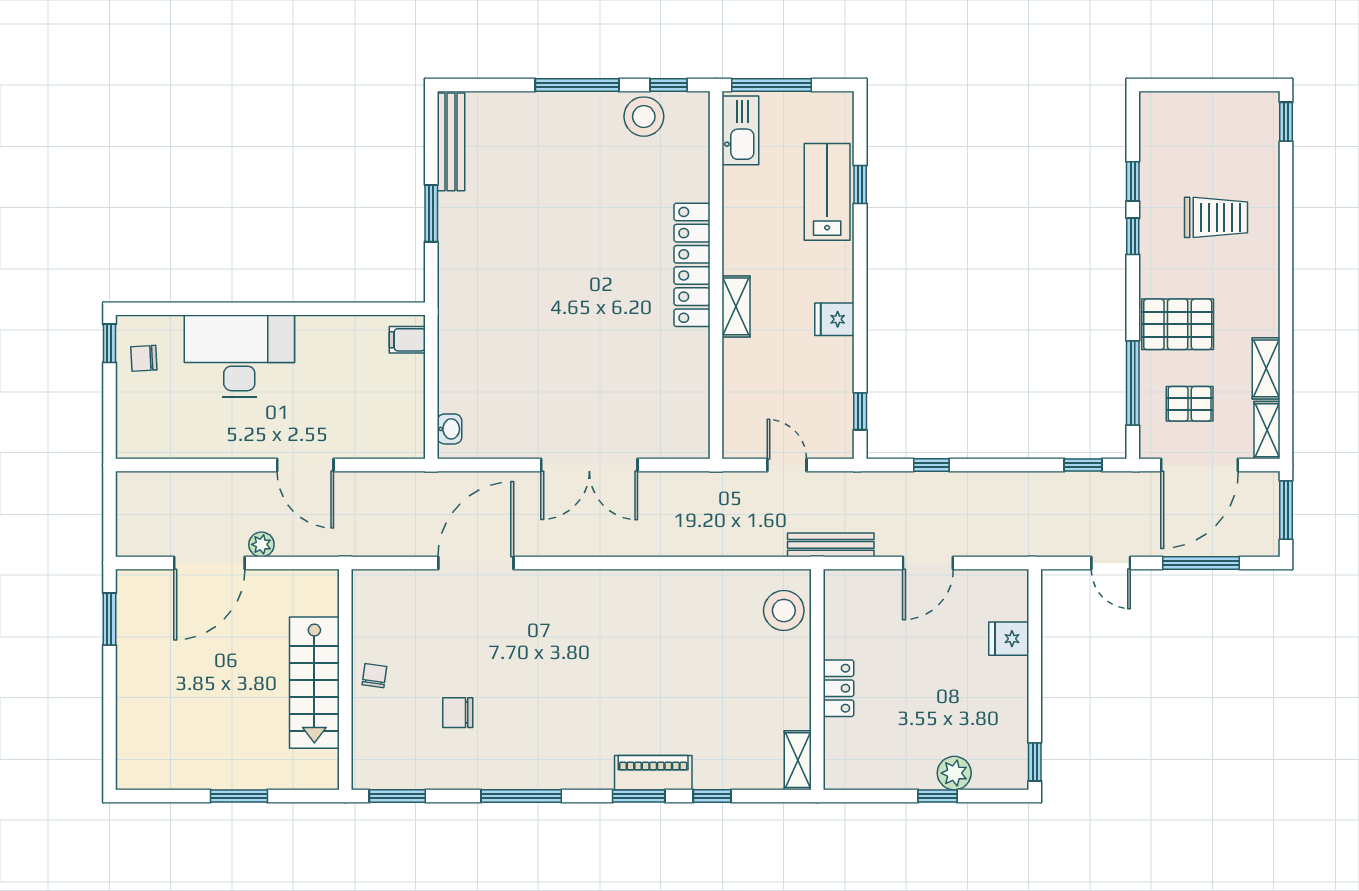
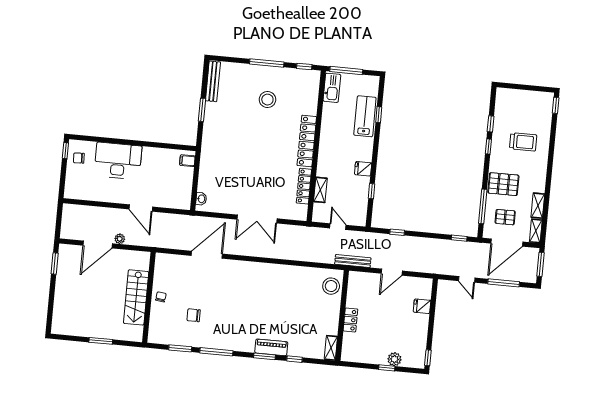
stool: (644, 117) -> (267, 100), moved
shelving: (736, 306) -> (320, 190), moved
locker: (695, 375) -> (304, 186), added
window: (860, 411) -> (372, 191), moved
window: (397, 796) -> (180, 348), moved

